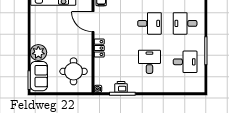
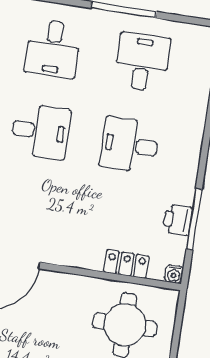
desk: (149, 23) -> (40, 131), turned 90
locker: (99, 48) -> (126, 264), moved

